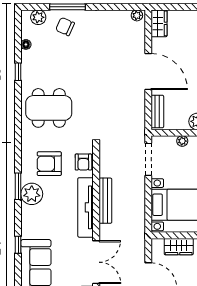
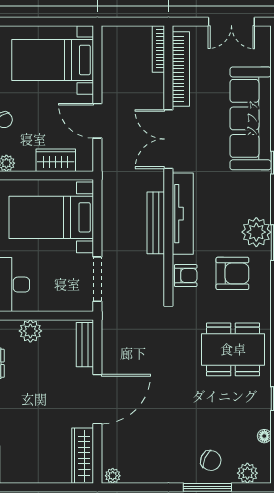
wardrobe: (159, 23) -> (83, 456), width x1.50
door: (148, 72) -> (97, 399), swing flipped
plant: (182, 141) -> (51, 304), removed
armchair: (83, 162) -> (186, 276), turned 90

